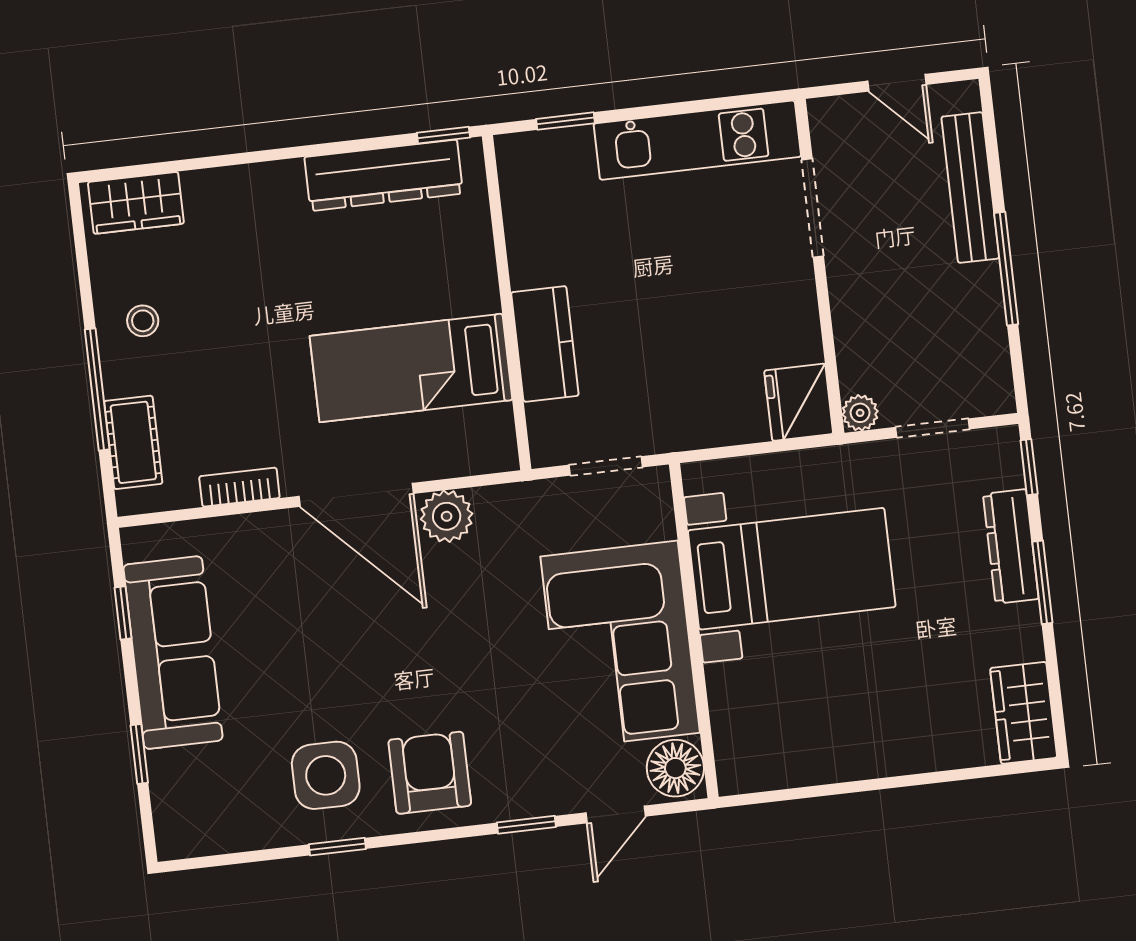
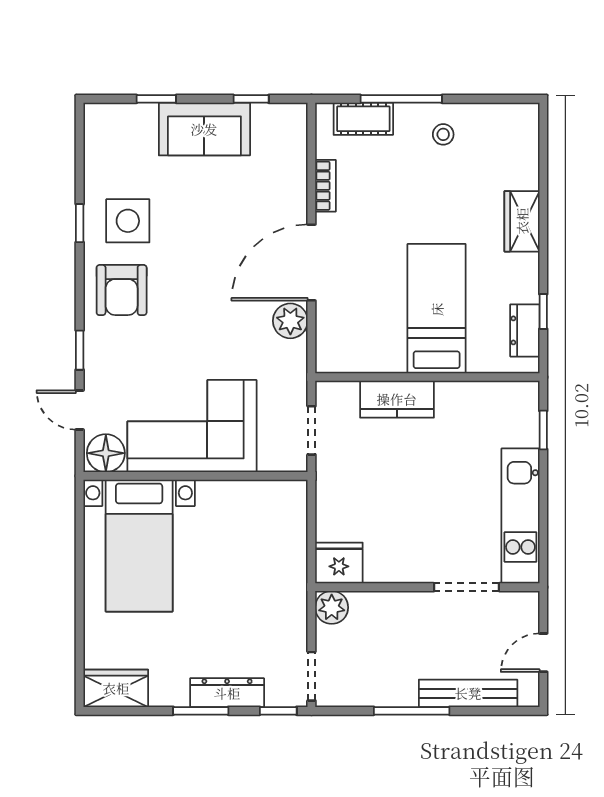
window: (443, 135) -> (543, 312), moved
dresser: (384, 175) -> (525, 330), width x0.51, depth x0.80
wardrobe: (136, 203) -> (522, 221), moved
bed: (411, 368) -> (437, 309), moved
plant: (860, 413) -> (332, 607), width x1.38, depth x1.38
doorway: (933, 428) -> (311, 676), moved
bed with nightstands: (792, 569) -> (139, 546), moved
sofa: (173, 653) -> (204, 129), width x0.73
armchair: (430, 773) -> (122, 290), turned 90

